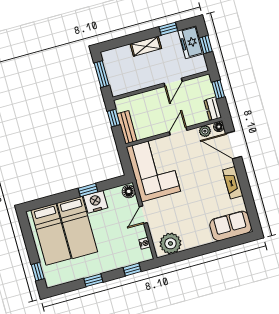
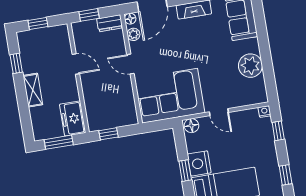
freezer: (191, 42) -> (73, 118), moved, turned 90
bench: (127, 127) -> (120, 120), removed
nightstand: (145, 243) -> (264, 112), moved
plant: (170, 243) -> (250, 66), moved

